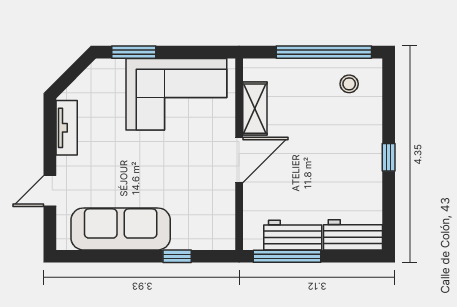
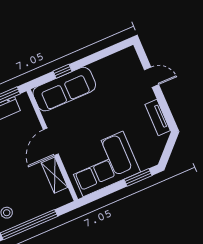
door: (50, 191) -> (151, 77), hinge flipped
sofa: (121, 229) -> (64, 89), moved

